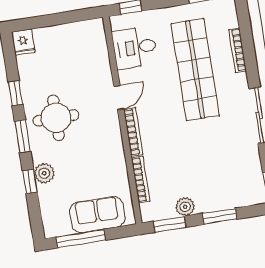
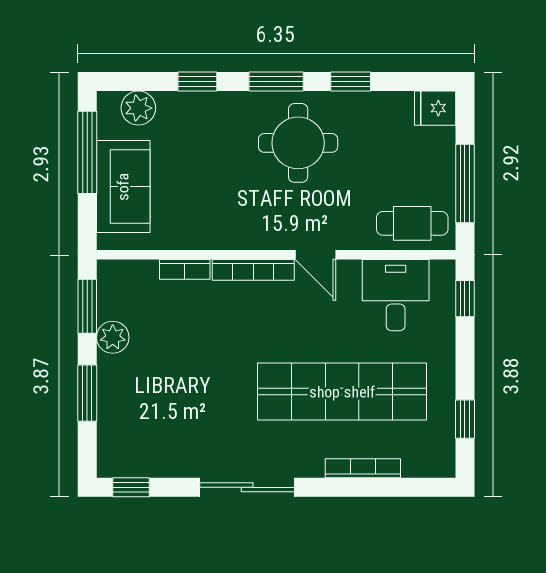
window: (64, 18) -> (465, 183), added
cafe table: (92, 45) -> (412, 223), added
plant: (44, 173) -> (138, 108), moved
bookcase: (141, 180) -> (185, 269), width x0.64

